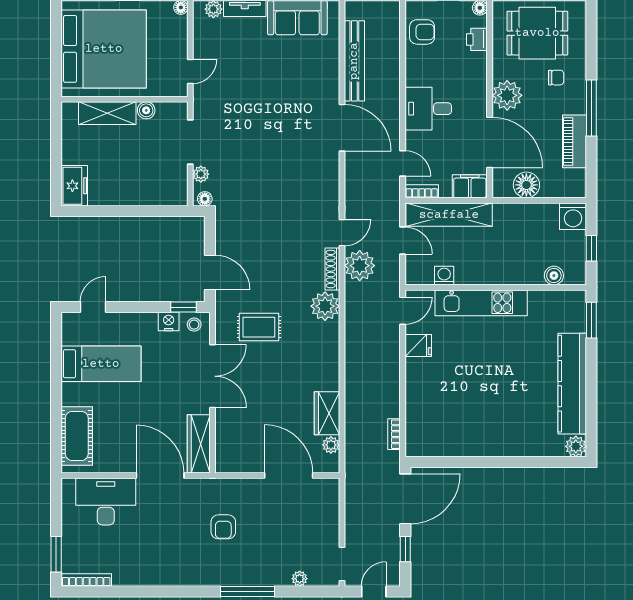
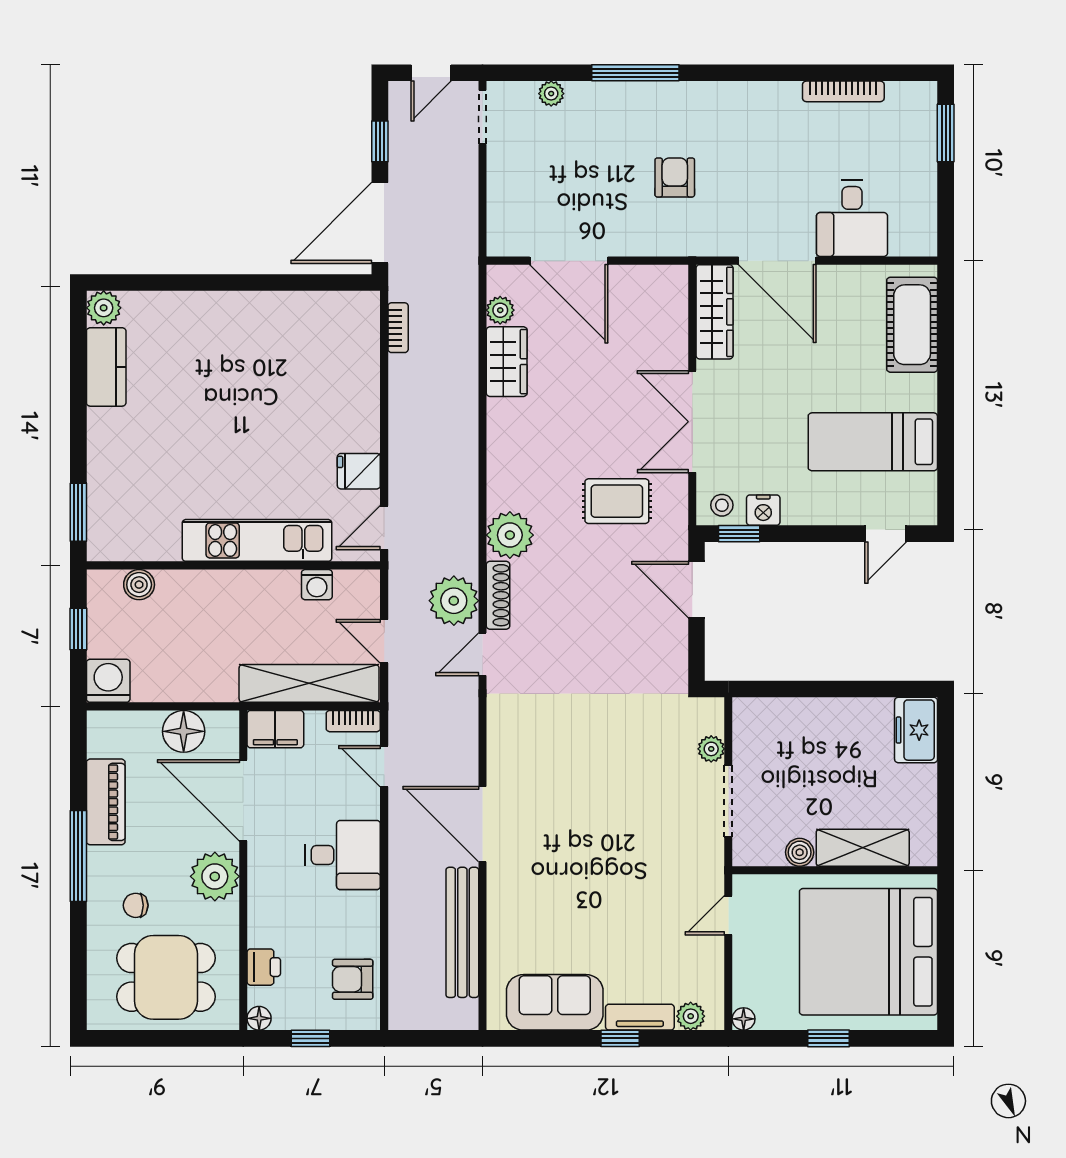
floor lamp: (205, 199) -> (705, 709), removed
kitchen counter: (572, 384) -> (106, 367), width x0.48, depth x0.86
desk: (106, 501) -> (852, 219), width x0.73
bookcase: (86, 580) -> (843, 91), moved

